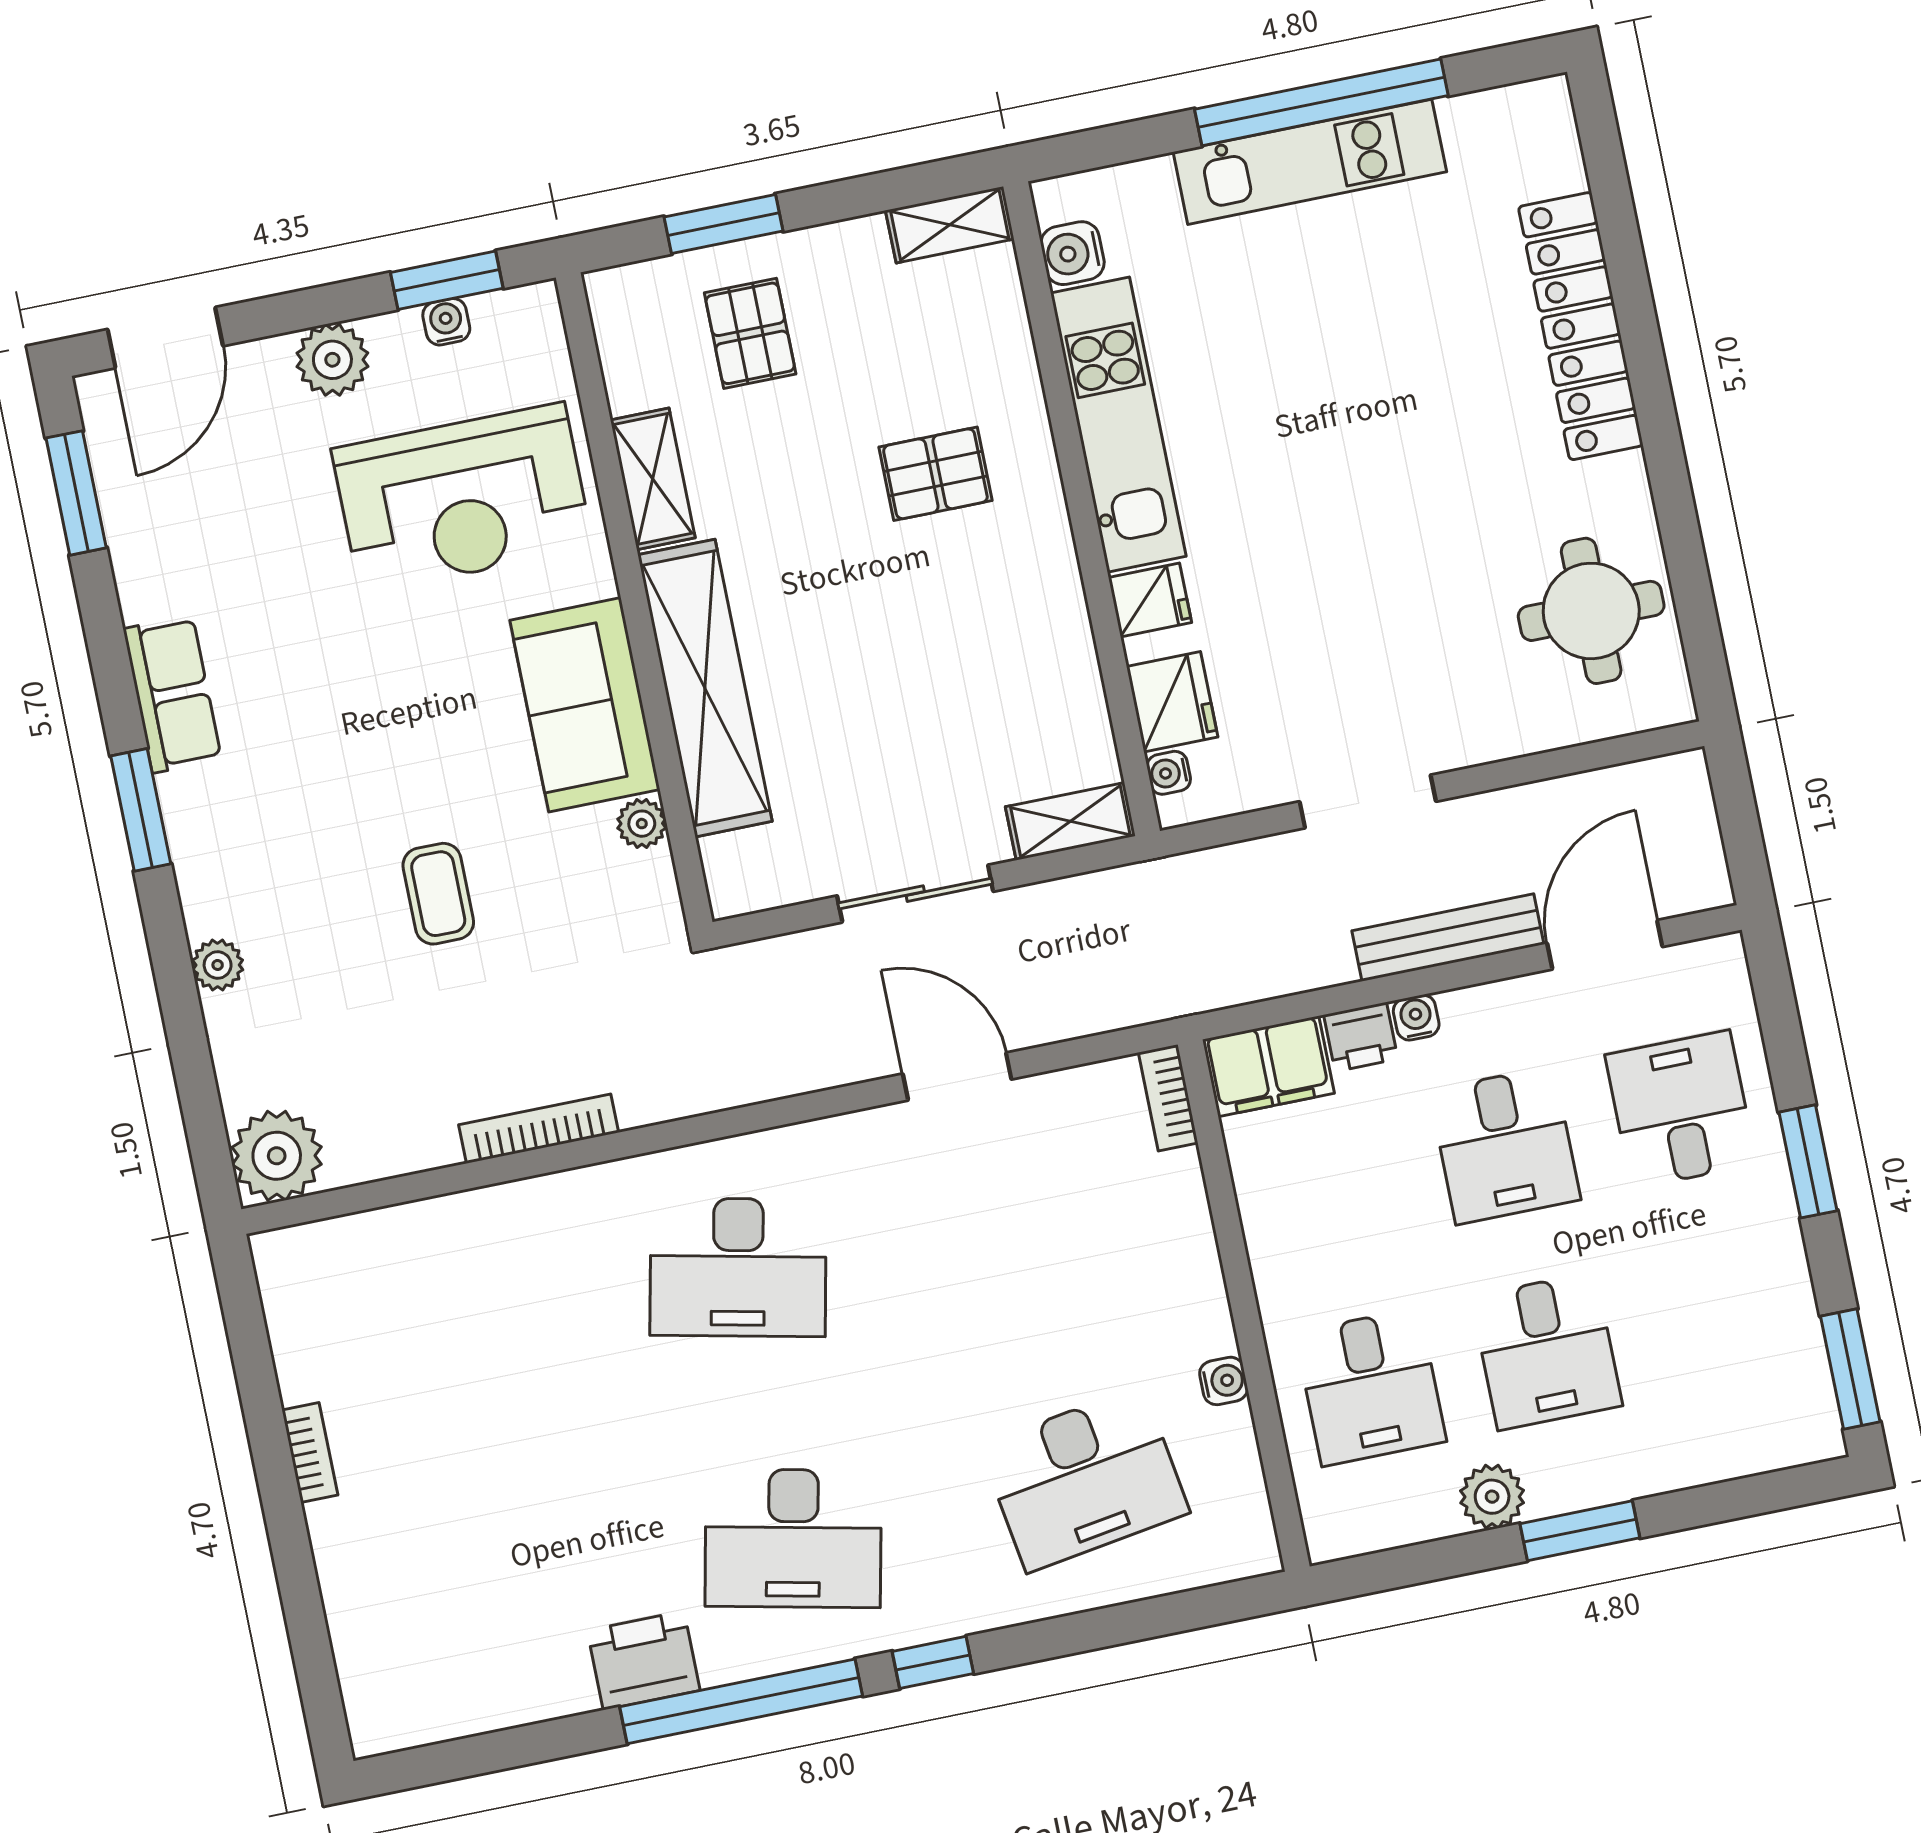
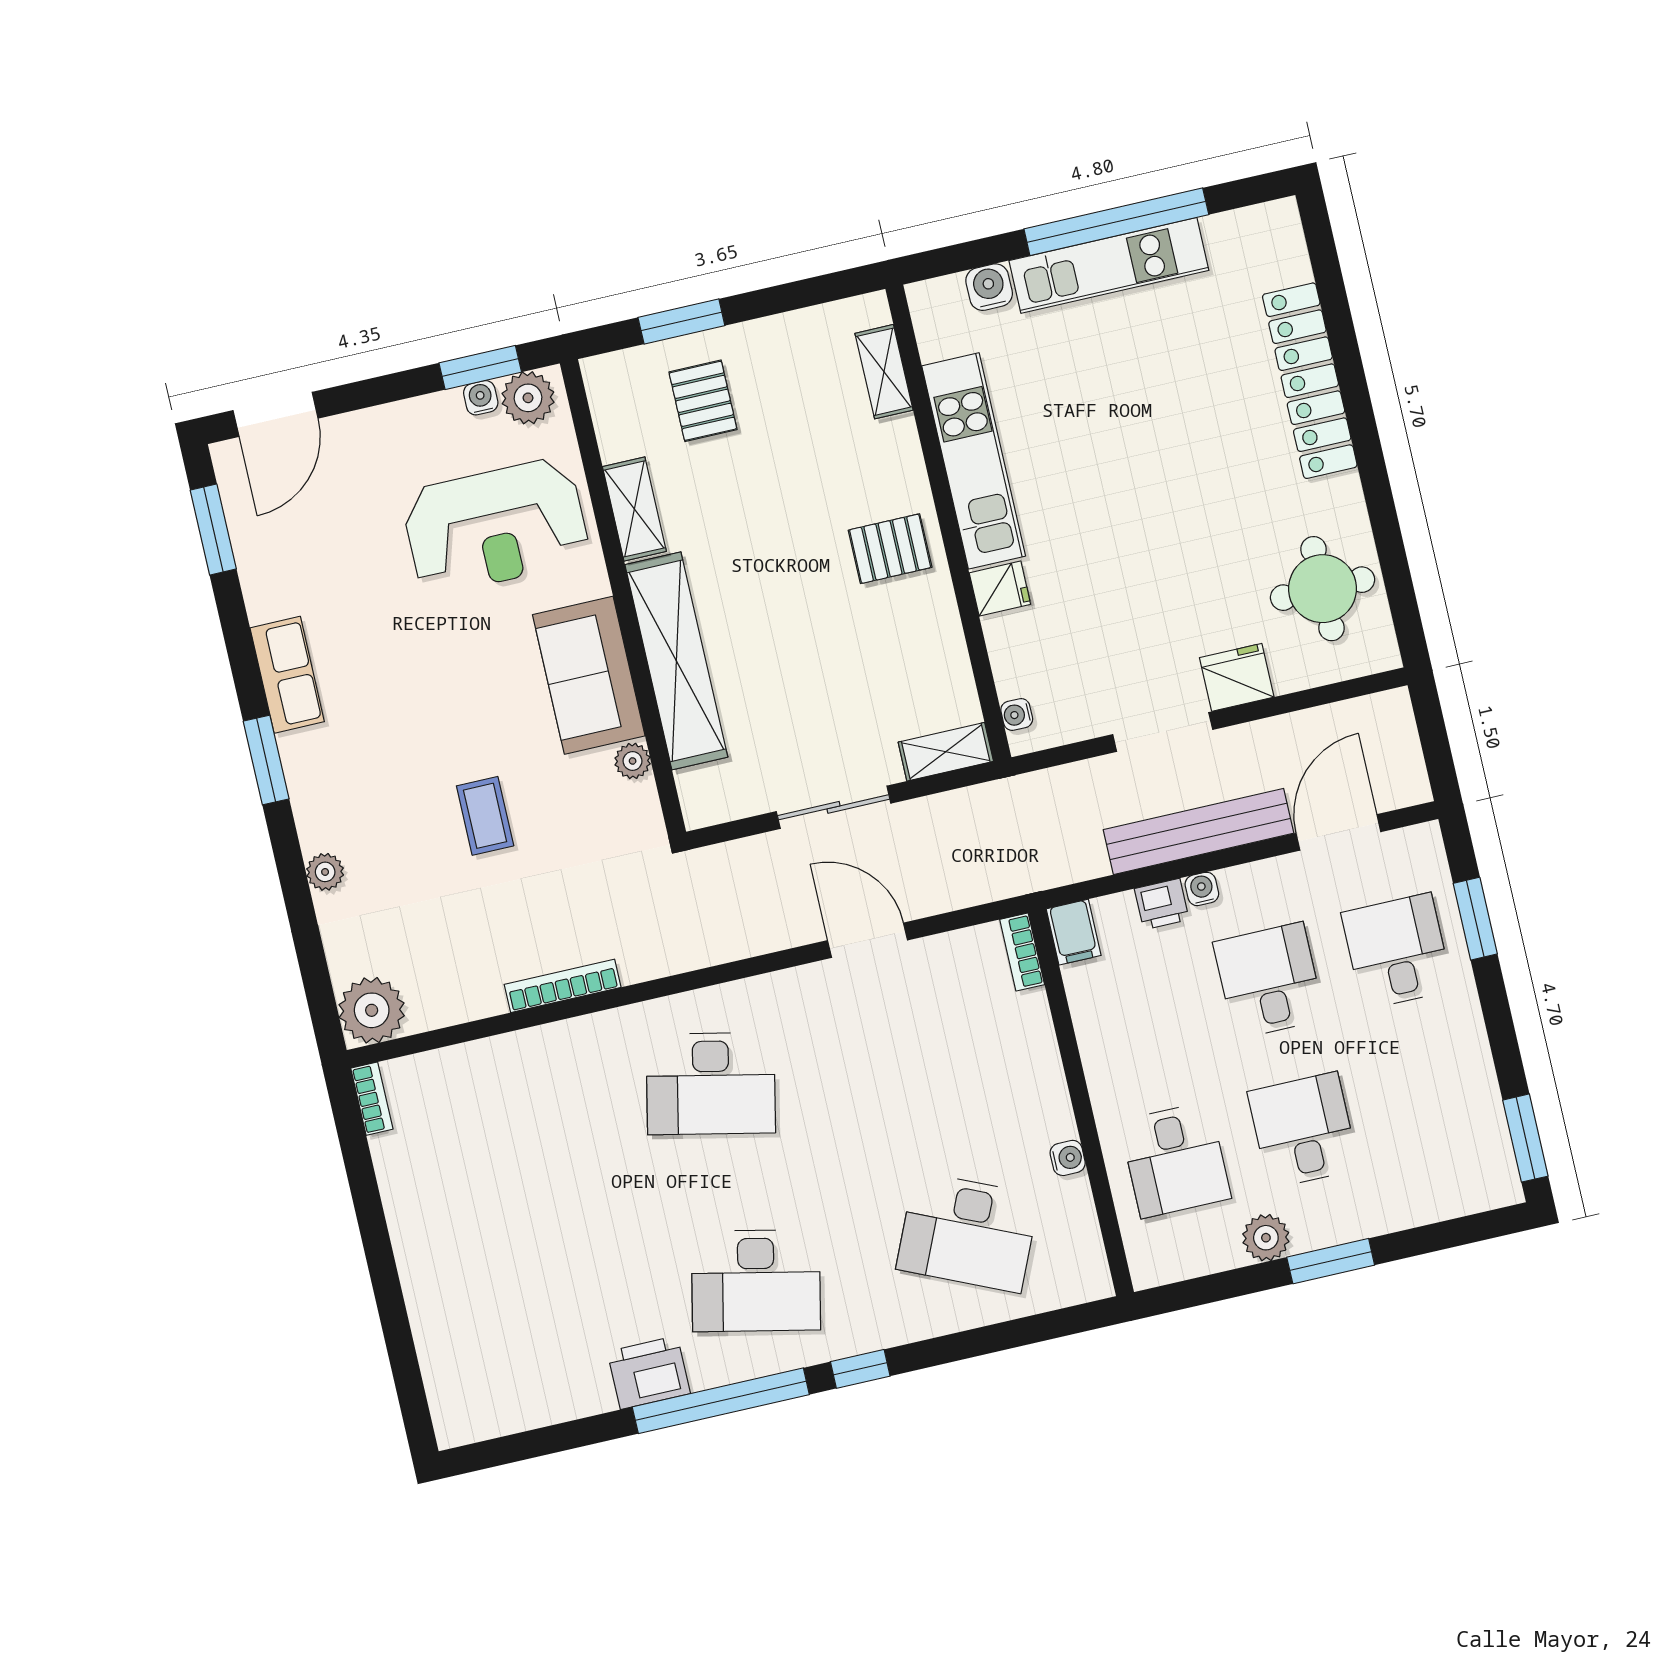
shelving: (950, 225) -> (884, 372), moved, turned 90
water cooler: (1072, 253) -> (989, 287), moved, turned 90
plant: (332, 360) -> (528, 398), moved
pallet: (935, 474) -> (890, 549), moved
fridge: (1172, 702) -> (1237, 677), moved, turned -90
bench: (1448, 937) -> (1199, 831), width x1.37, depth x1.21
filing cabinet: (1268, 1066) -> (1074, 932), width x0.50
desk: (1505, 1145) -> (1269, 981), turned 180
window: (1808, 1161) -> (1475, 919), moved
desk: (1547, 1351) -> (1303, 1130), turned 180
bookcase: (310, 1452) -> (372, 1099), moved
desk: (1085, 1479) -> (968, 1232), turned 33

